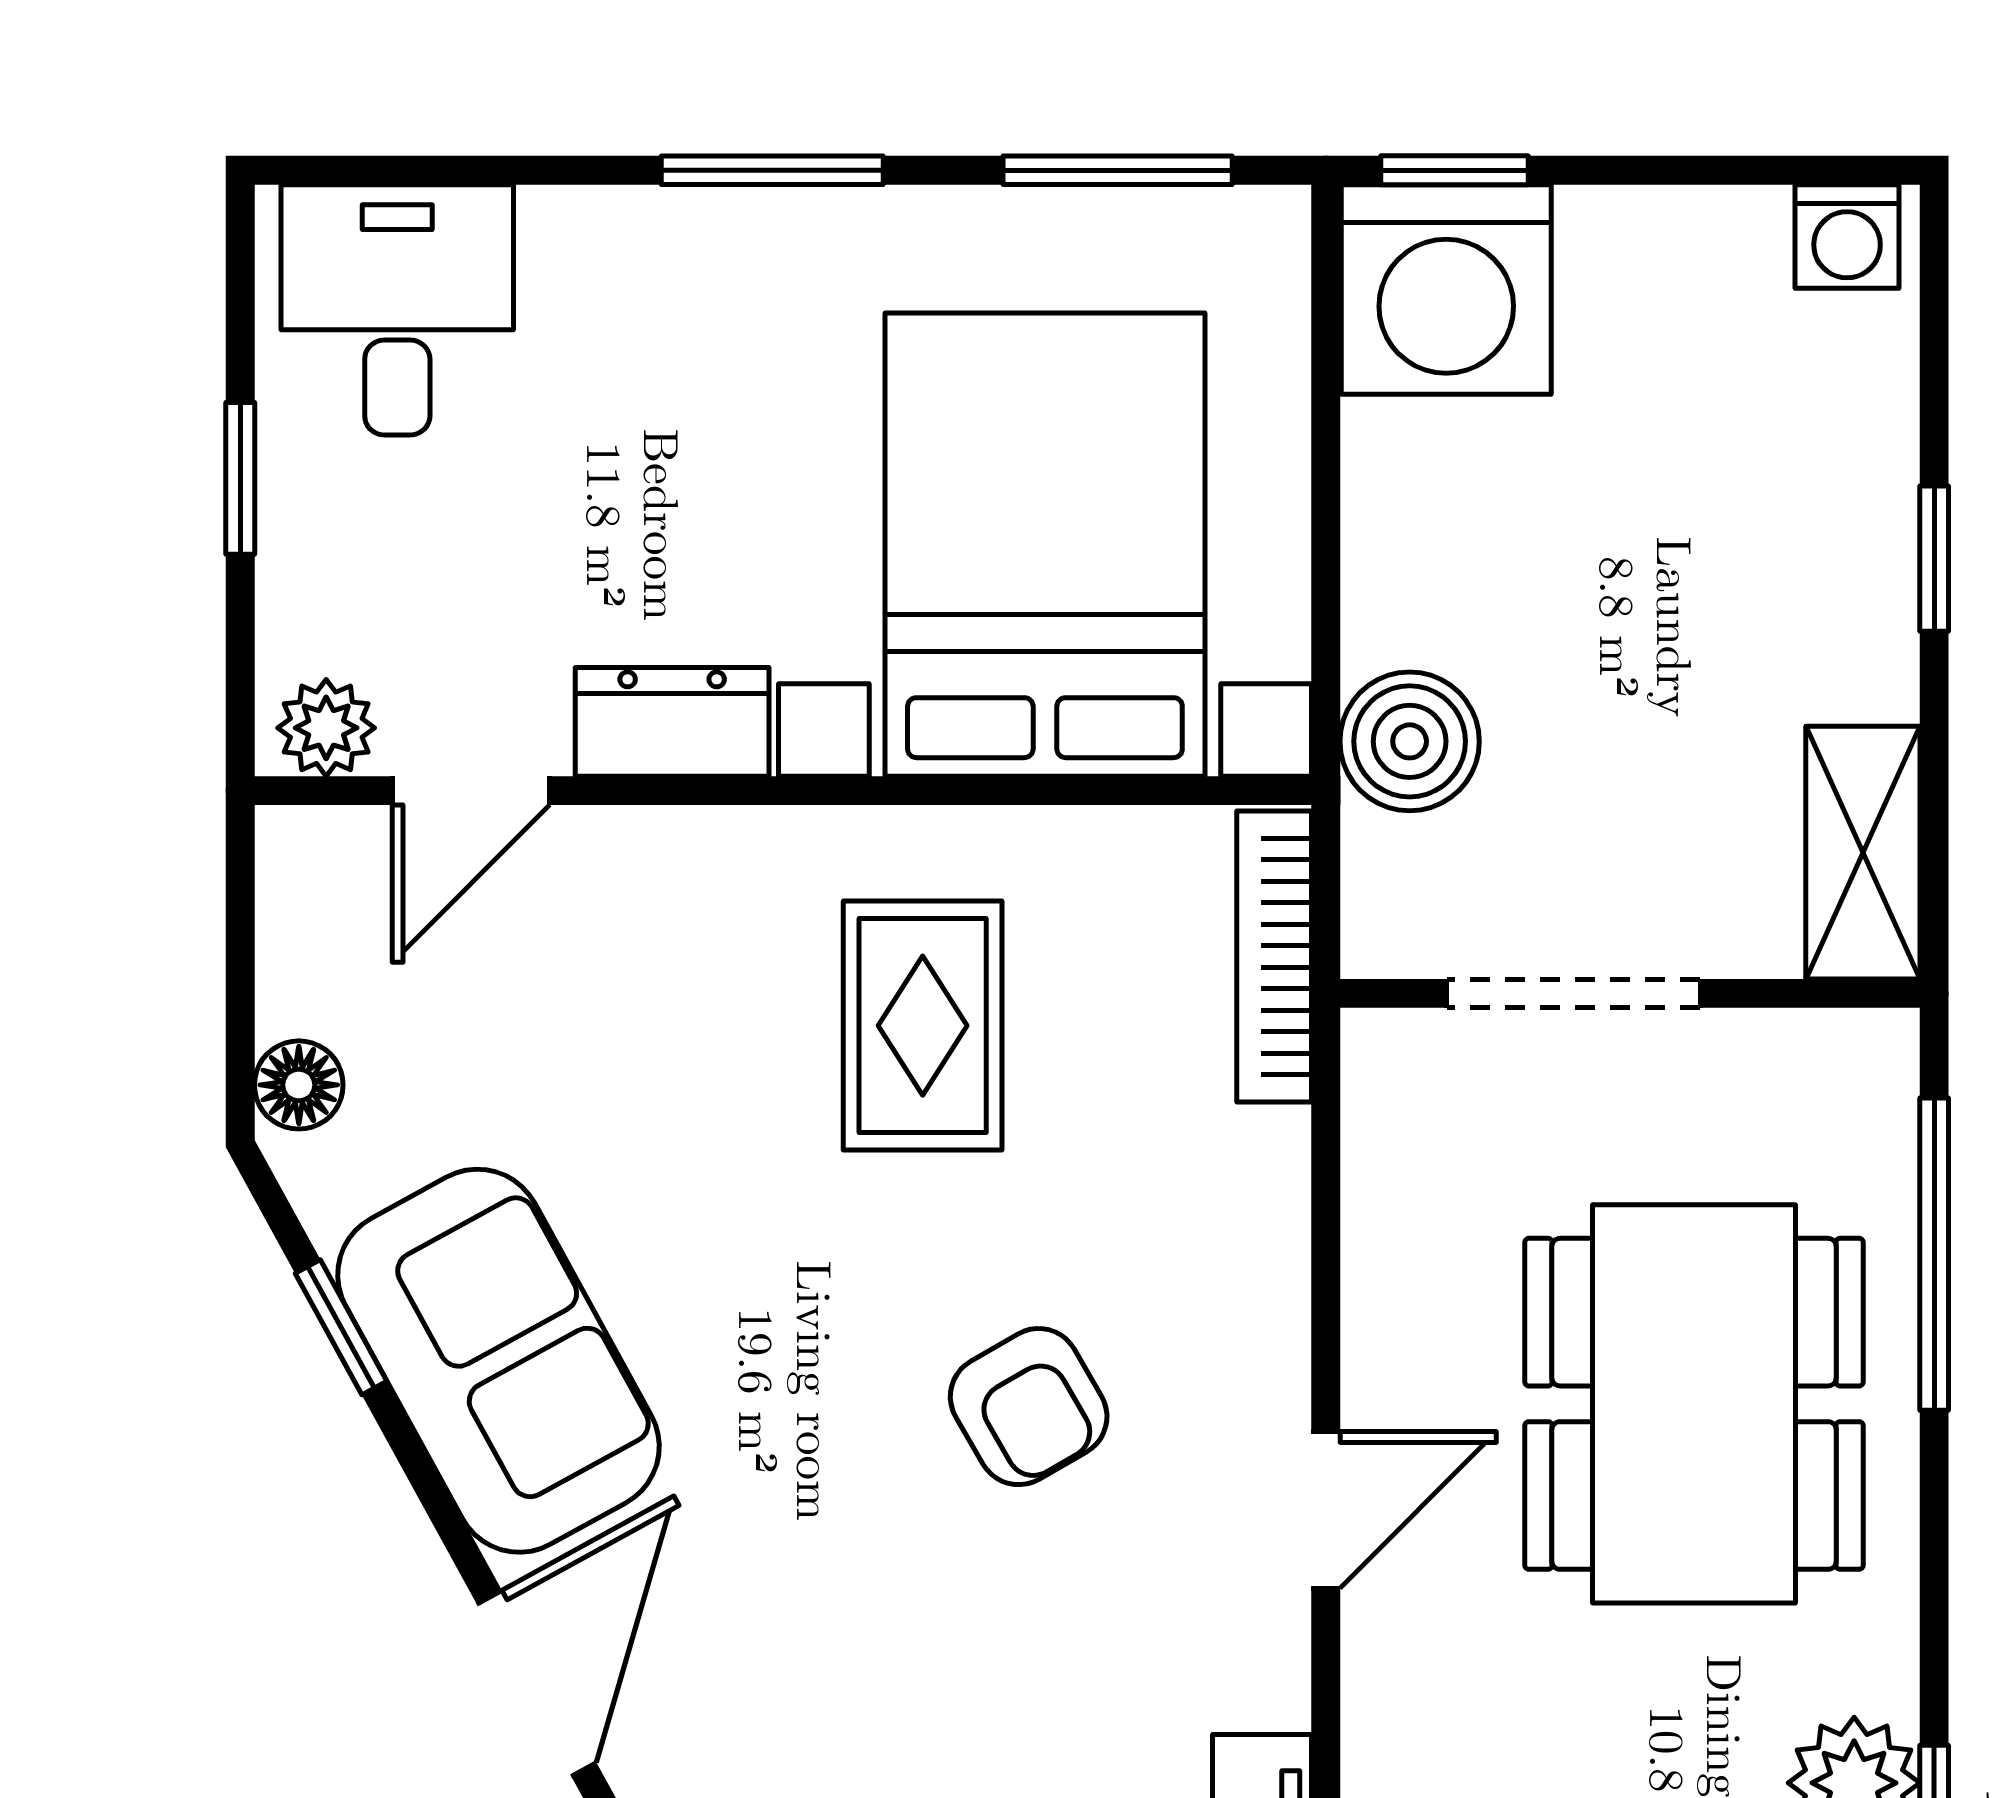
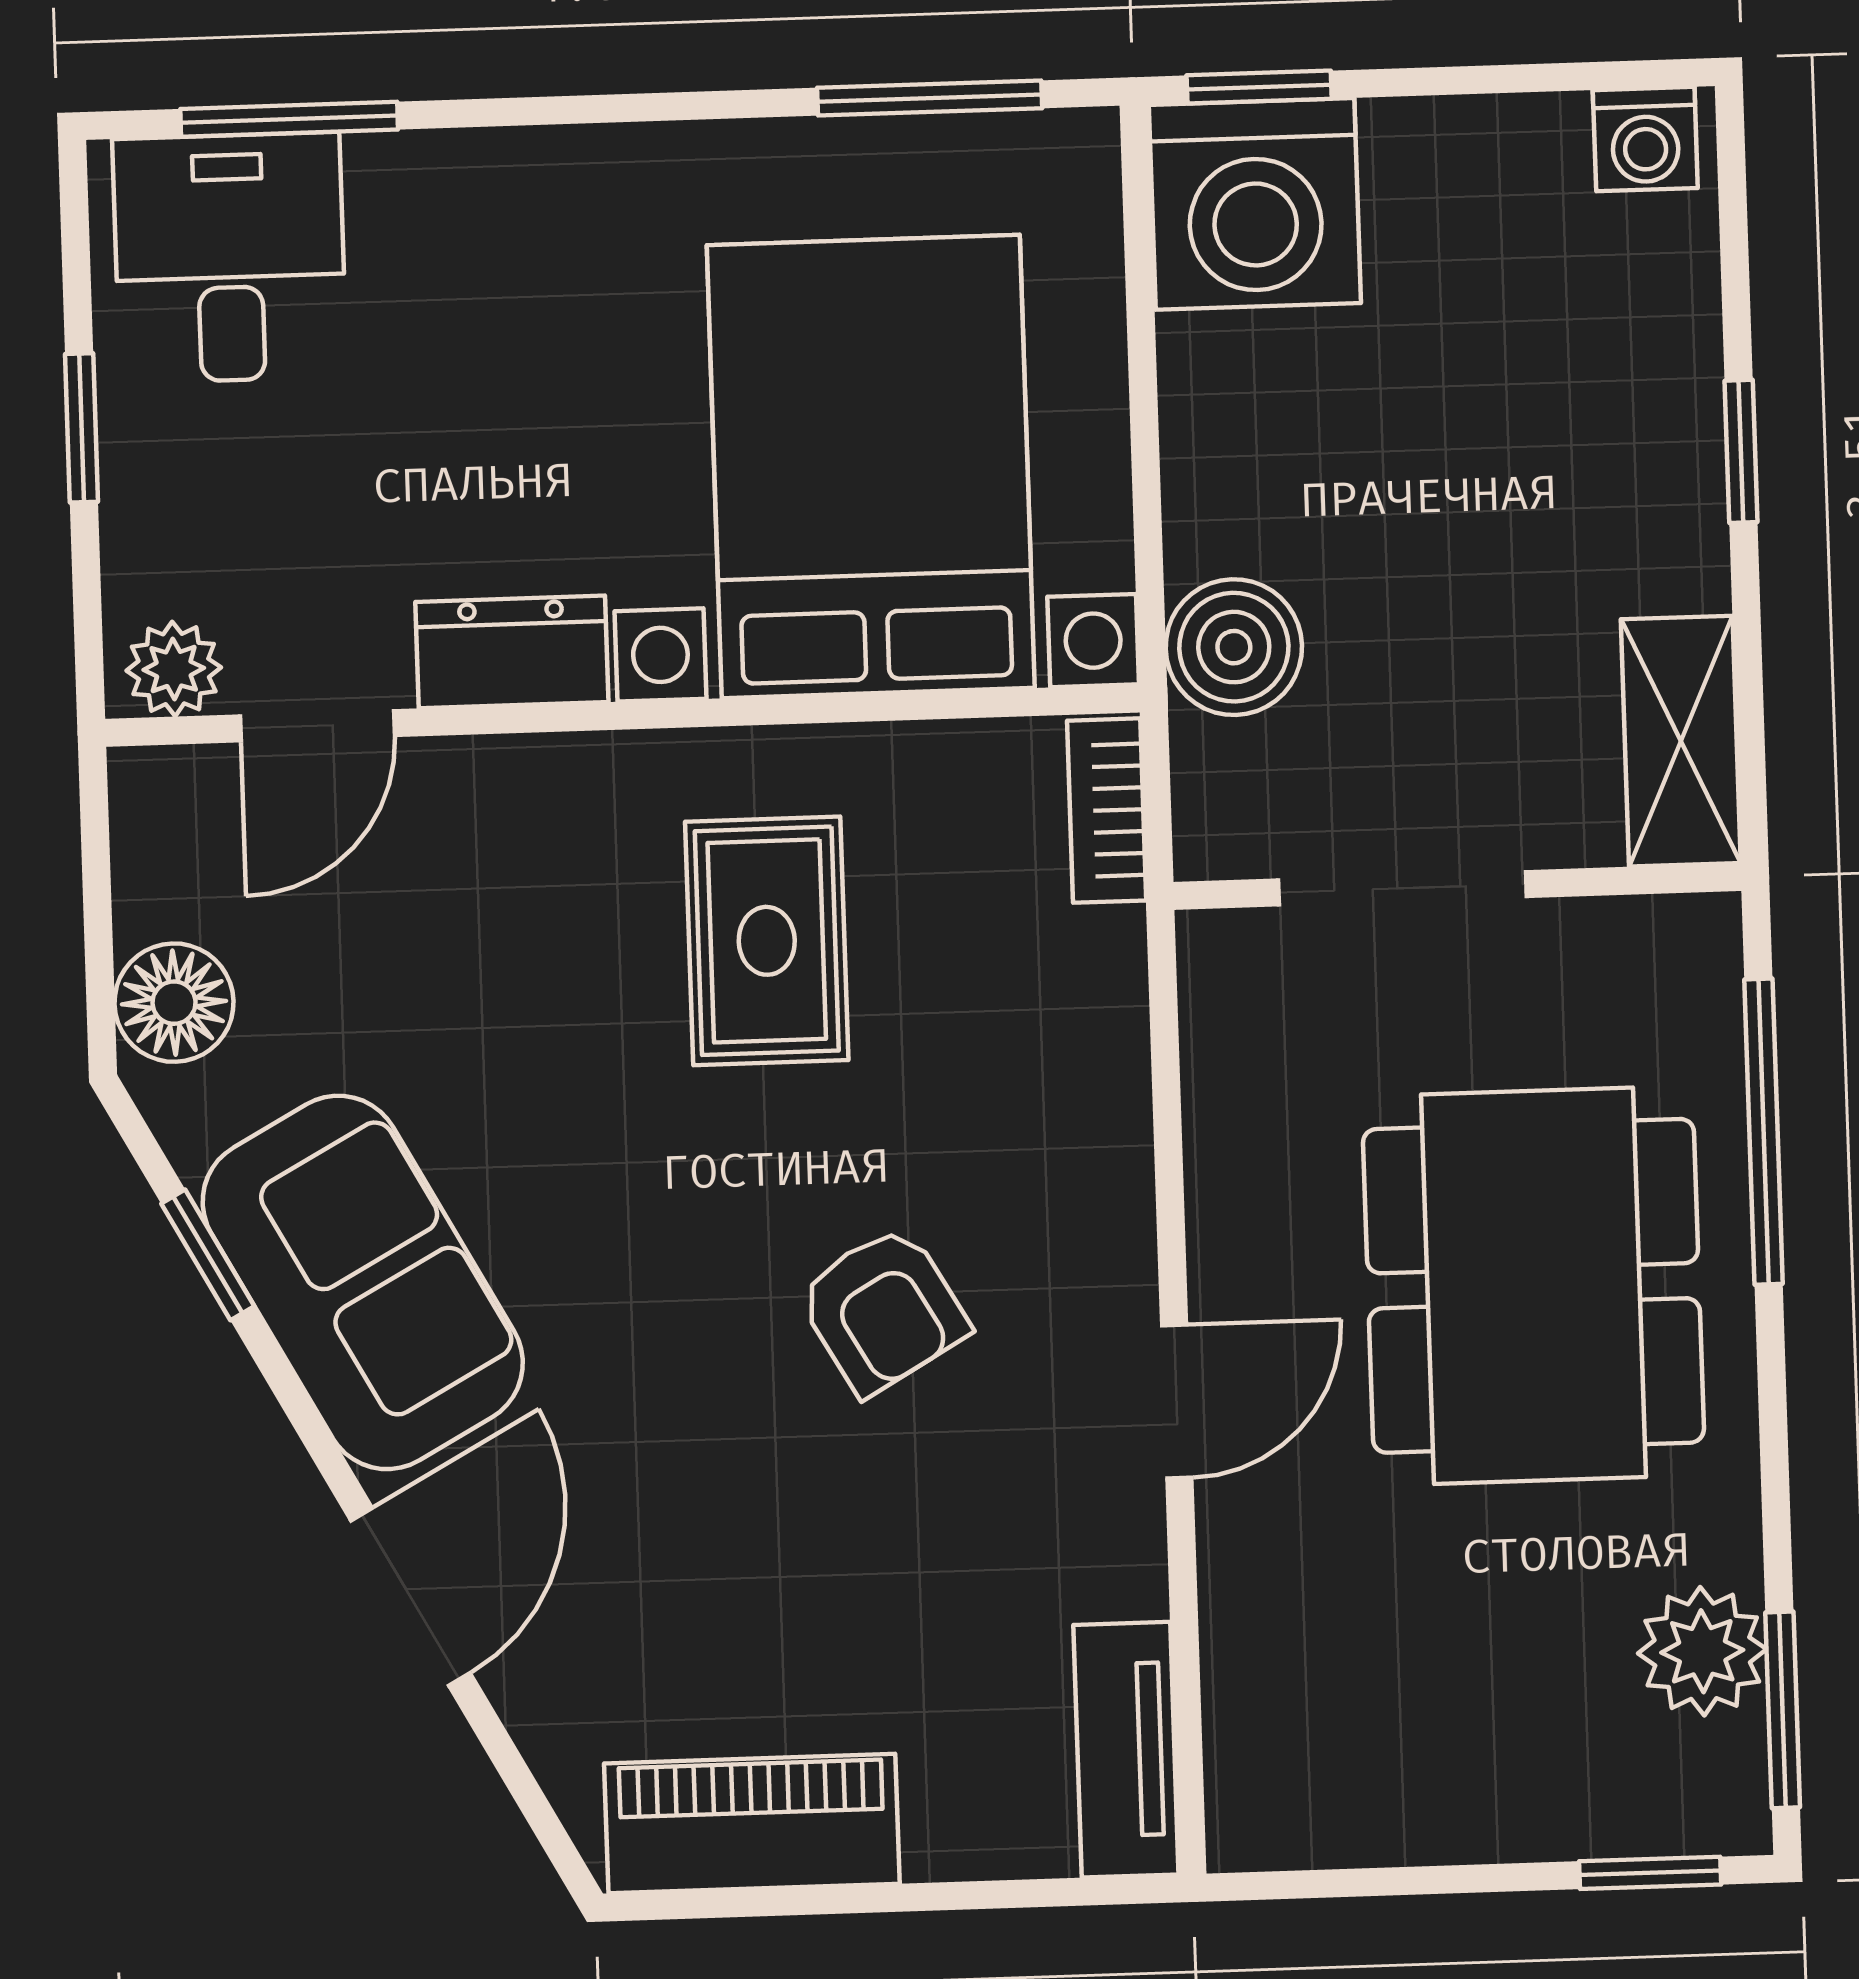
window: (772, 170) -> (289, 119), moved
bookcase: (1274, 956) -> (1107, 811), width x0.64
floor lamp: (299, 1085) -> (174, 1003), width x1.37, depth x1.37

